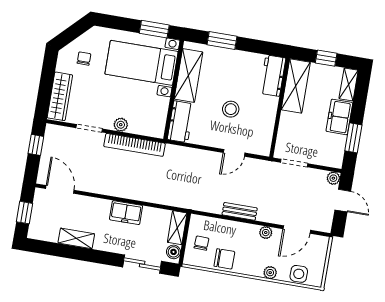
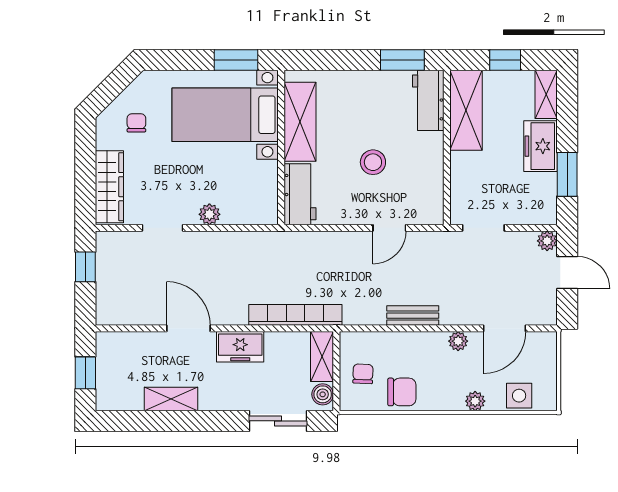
window: (222, 41) -> (402, 60), moved
bookcase: (134, 145) -> (295, 315), moved, turned 180
door: (60, 189) -> (188, 328), moved

